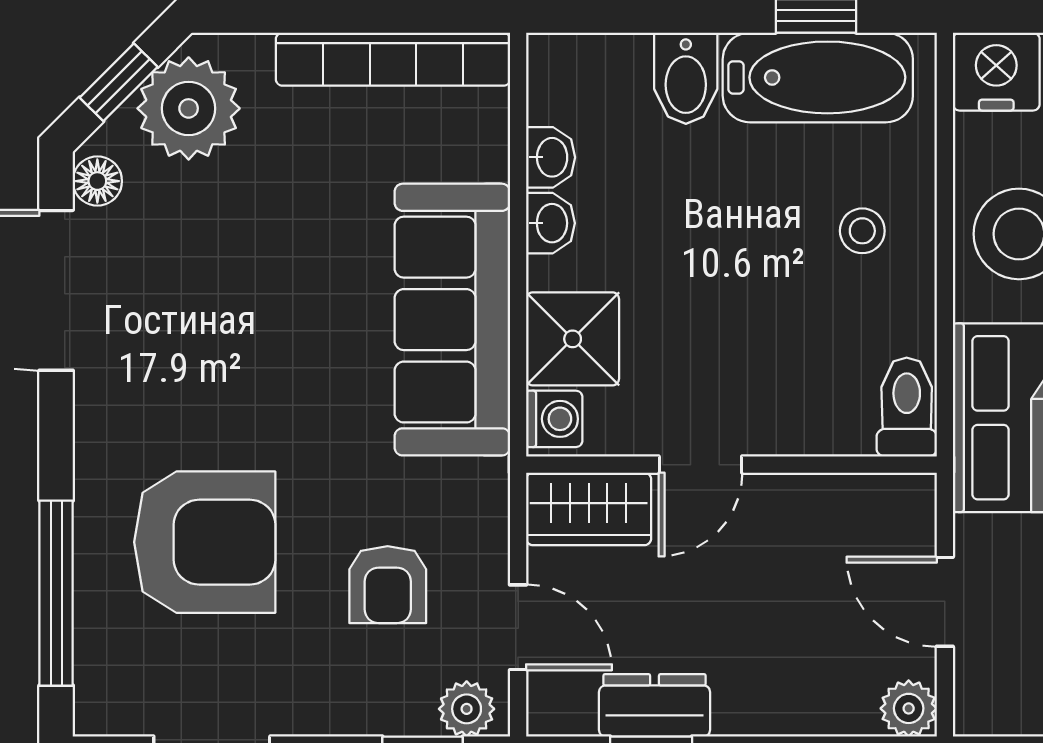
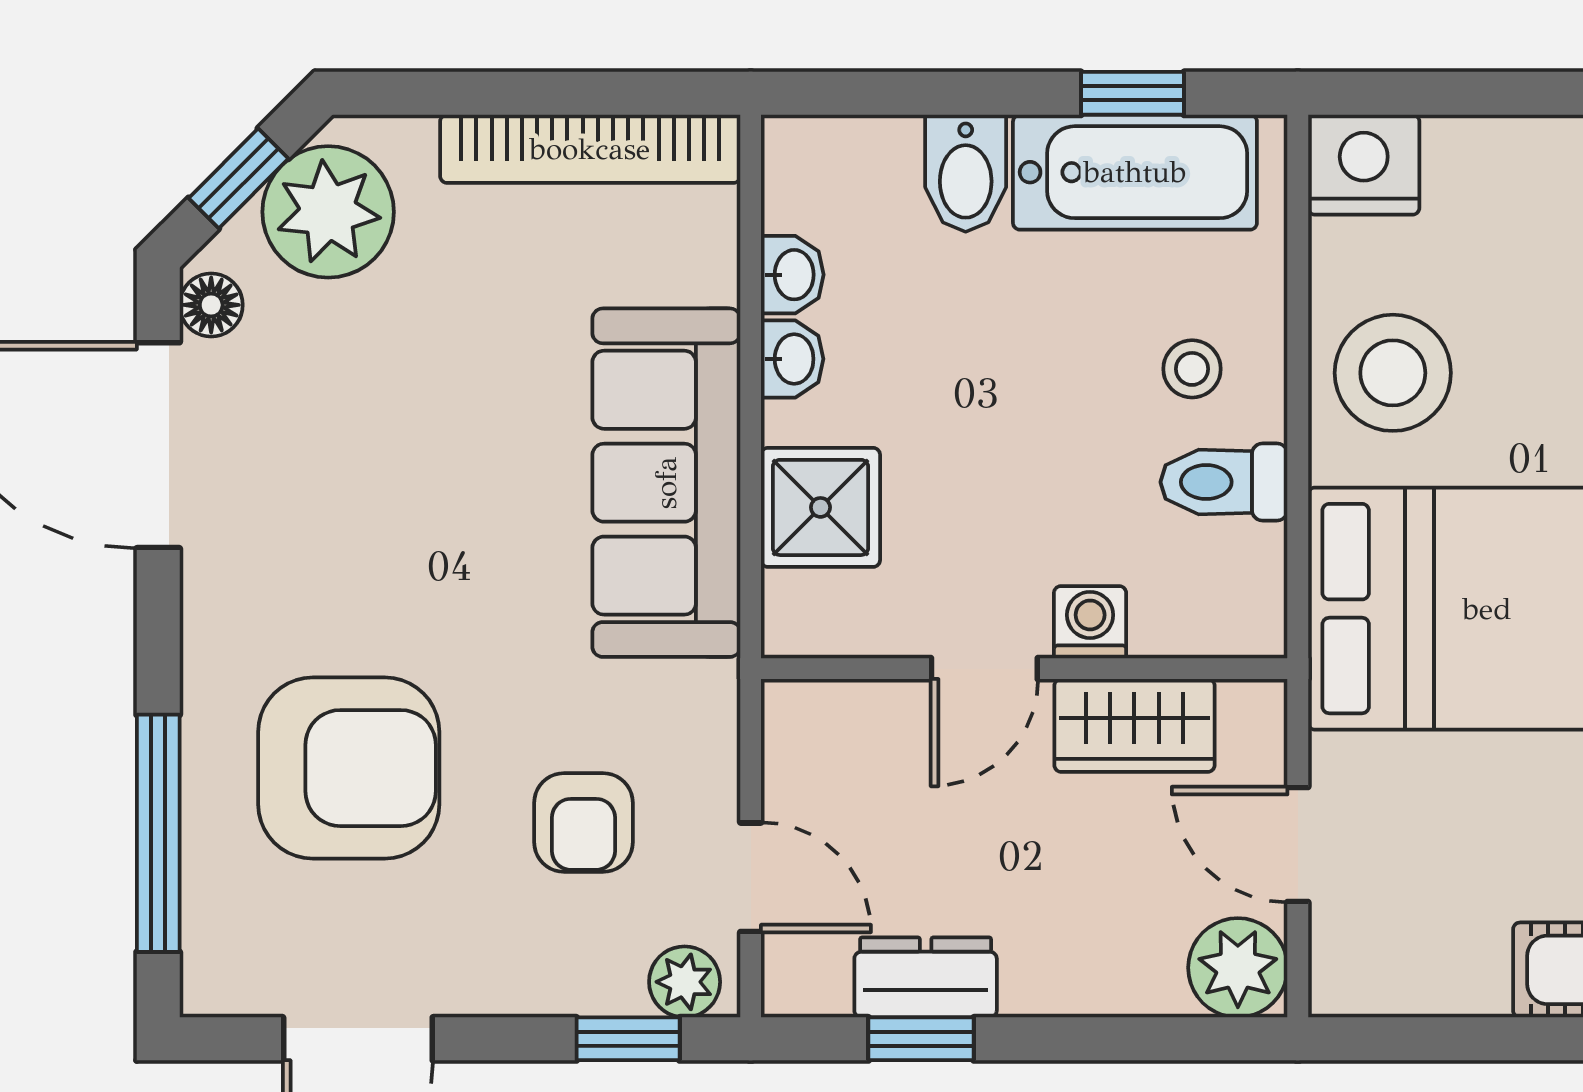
toilet: (907, 407) -> (1224, 482), moved, turned -90
washing machine: (554, 419) -> (1090, 622), moved, turned -90
wardrobe: (589, 509) -> (1134, 725), moved
plant: (909, 708) -> (1238, 968), width x1.38, depth x1.38

